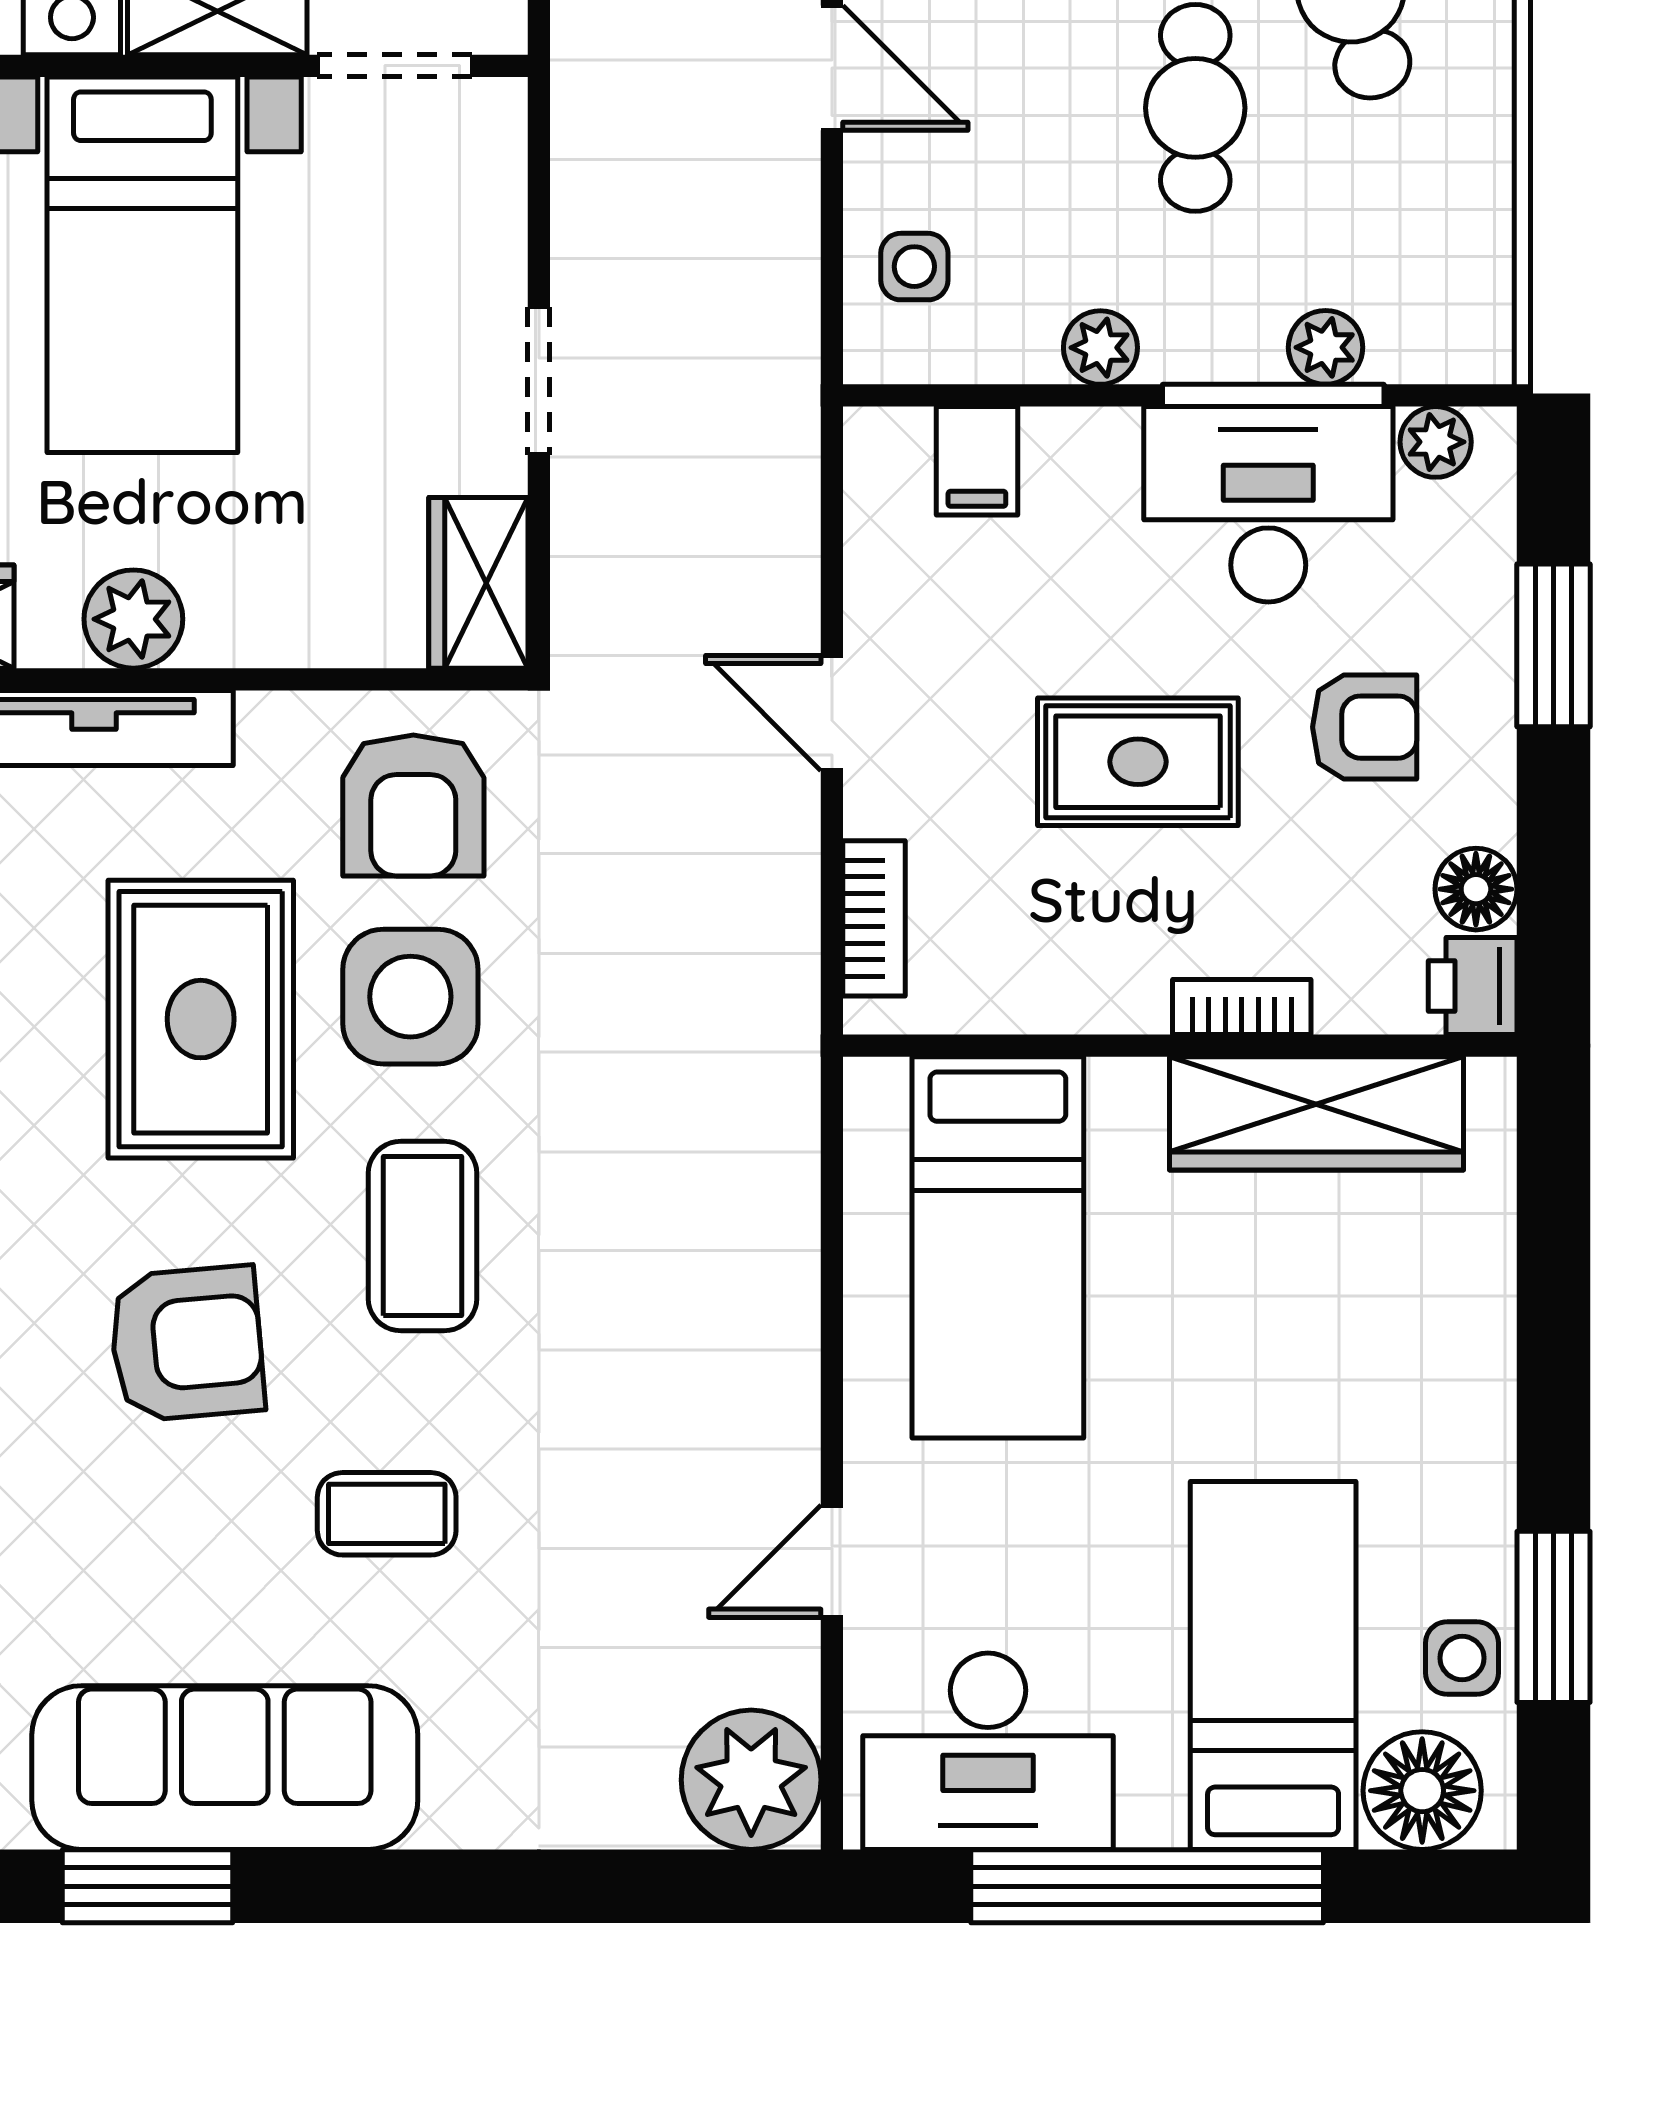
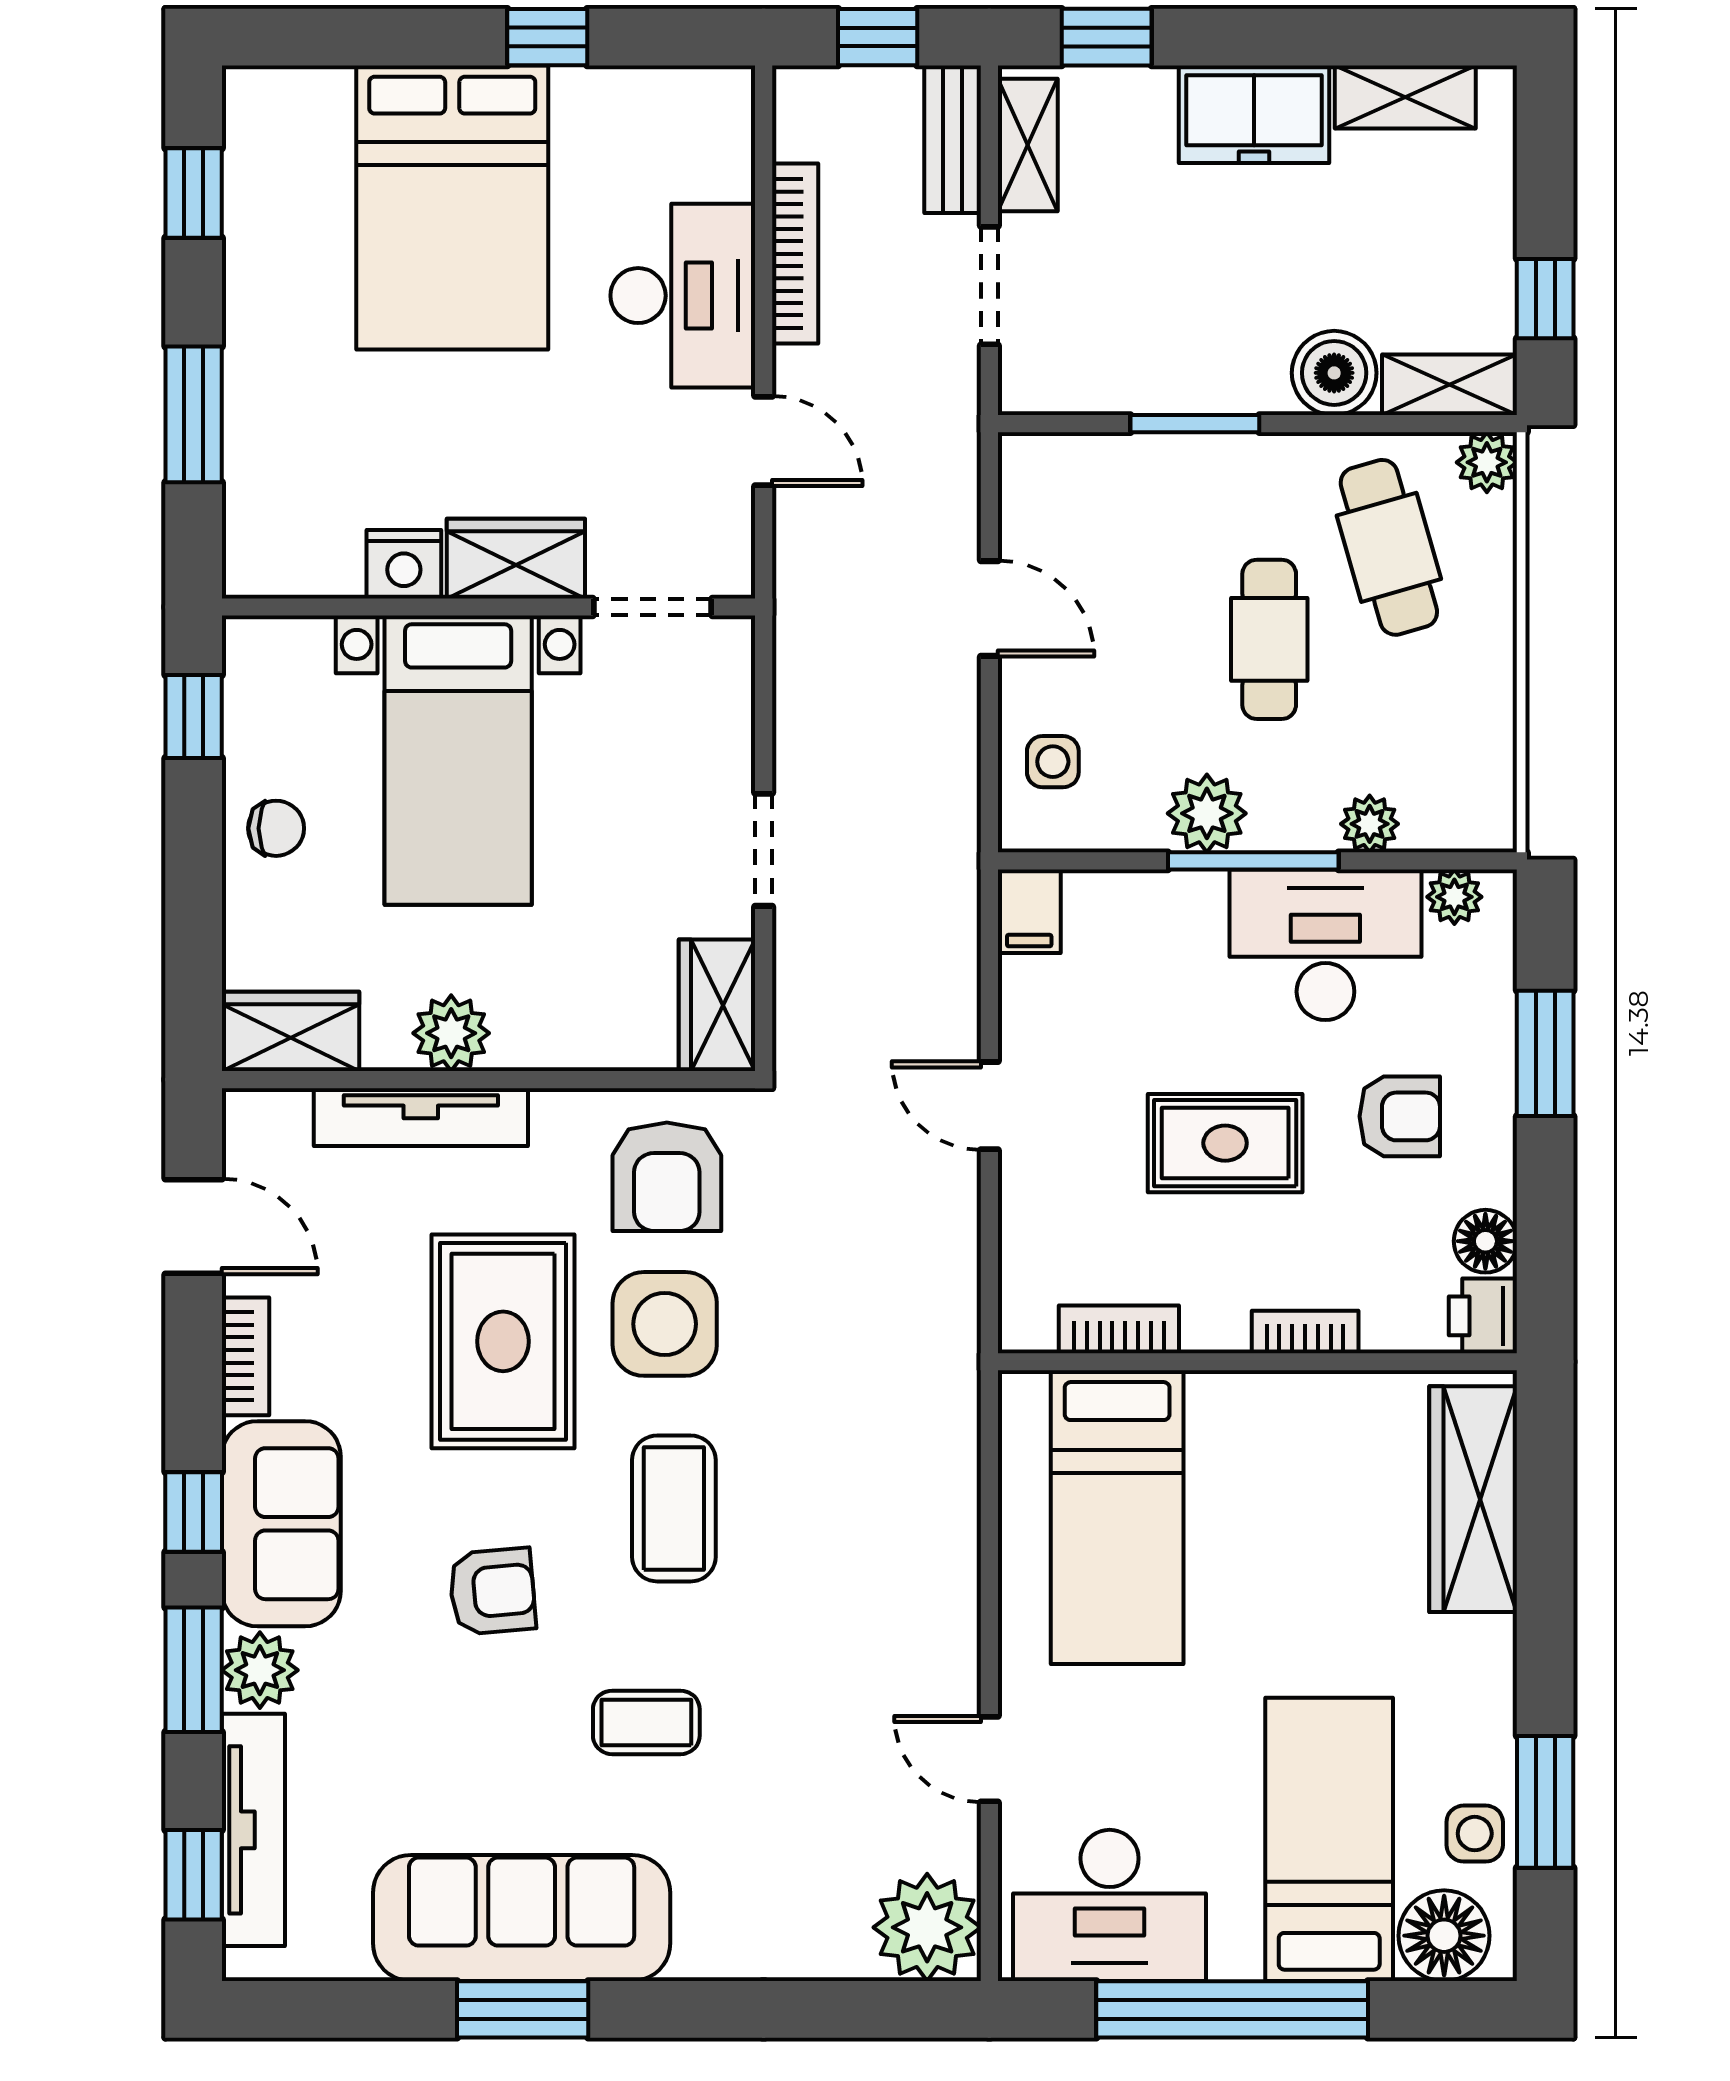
plant: (1100, 348) -> (1207, 813), width x1.38, depth x1.38
window: (1273, 395) -> (1253, 861), moved
filing cabinet: (977, 461) -> (1029, 911), moved
bookcase: (874, 918) -> (1119, 1329), moved, turned -90
wardrobe: (1317, 1113) -> (1473, 1499), moved, turned 90
armchair: (187, 1344) -> (492, 1591), width x0.72, depth x0.72
door: (832, 1561) -> (989, 1759), hinge flipped
window: (148, 1886) -> (523, 2009), moved

